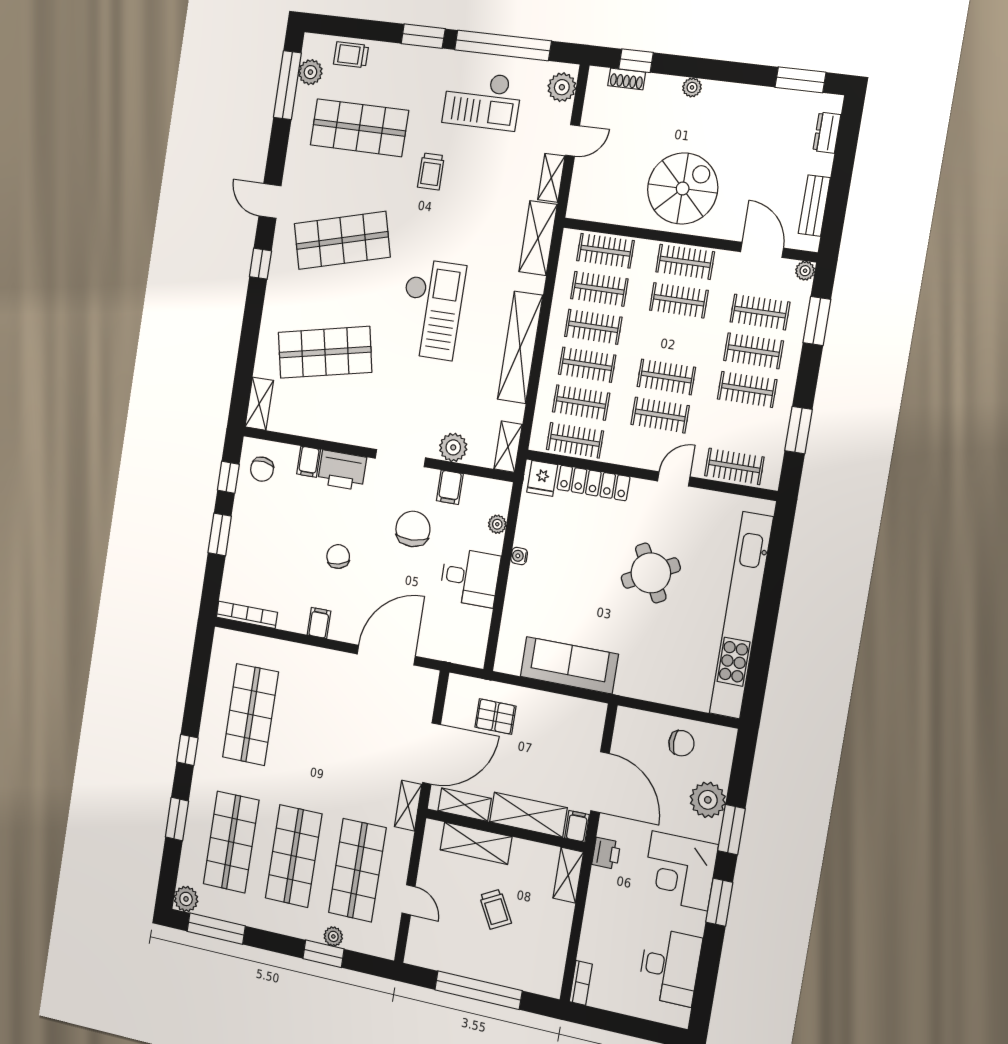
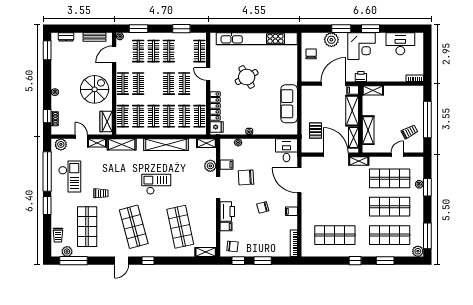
spiral stairs: (683, 188) -> (95, 89), turned 90
wardrobe: (599, 207) -> (106, 122), added
checkout: (431, 309) -> (156, 184), width x0.73, depth x0.83
desk: (470, 577) -> (286, 150), moved
trolley: (495, 909) -> (410, 132), moved

